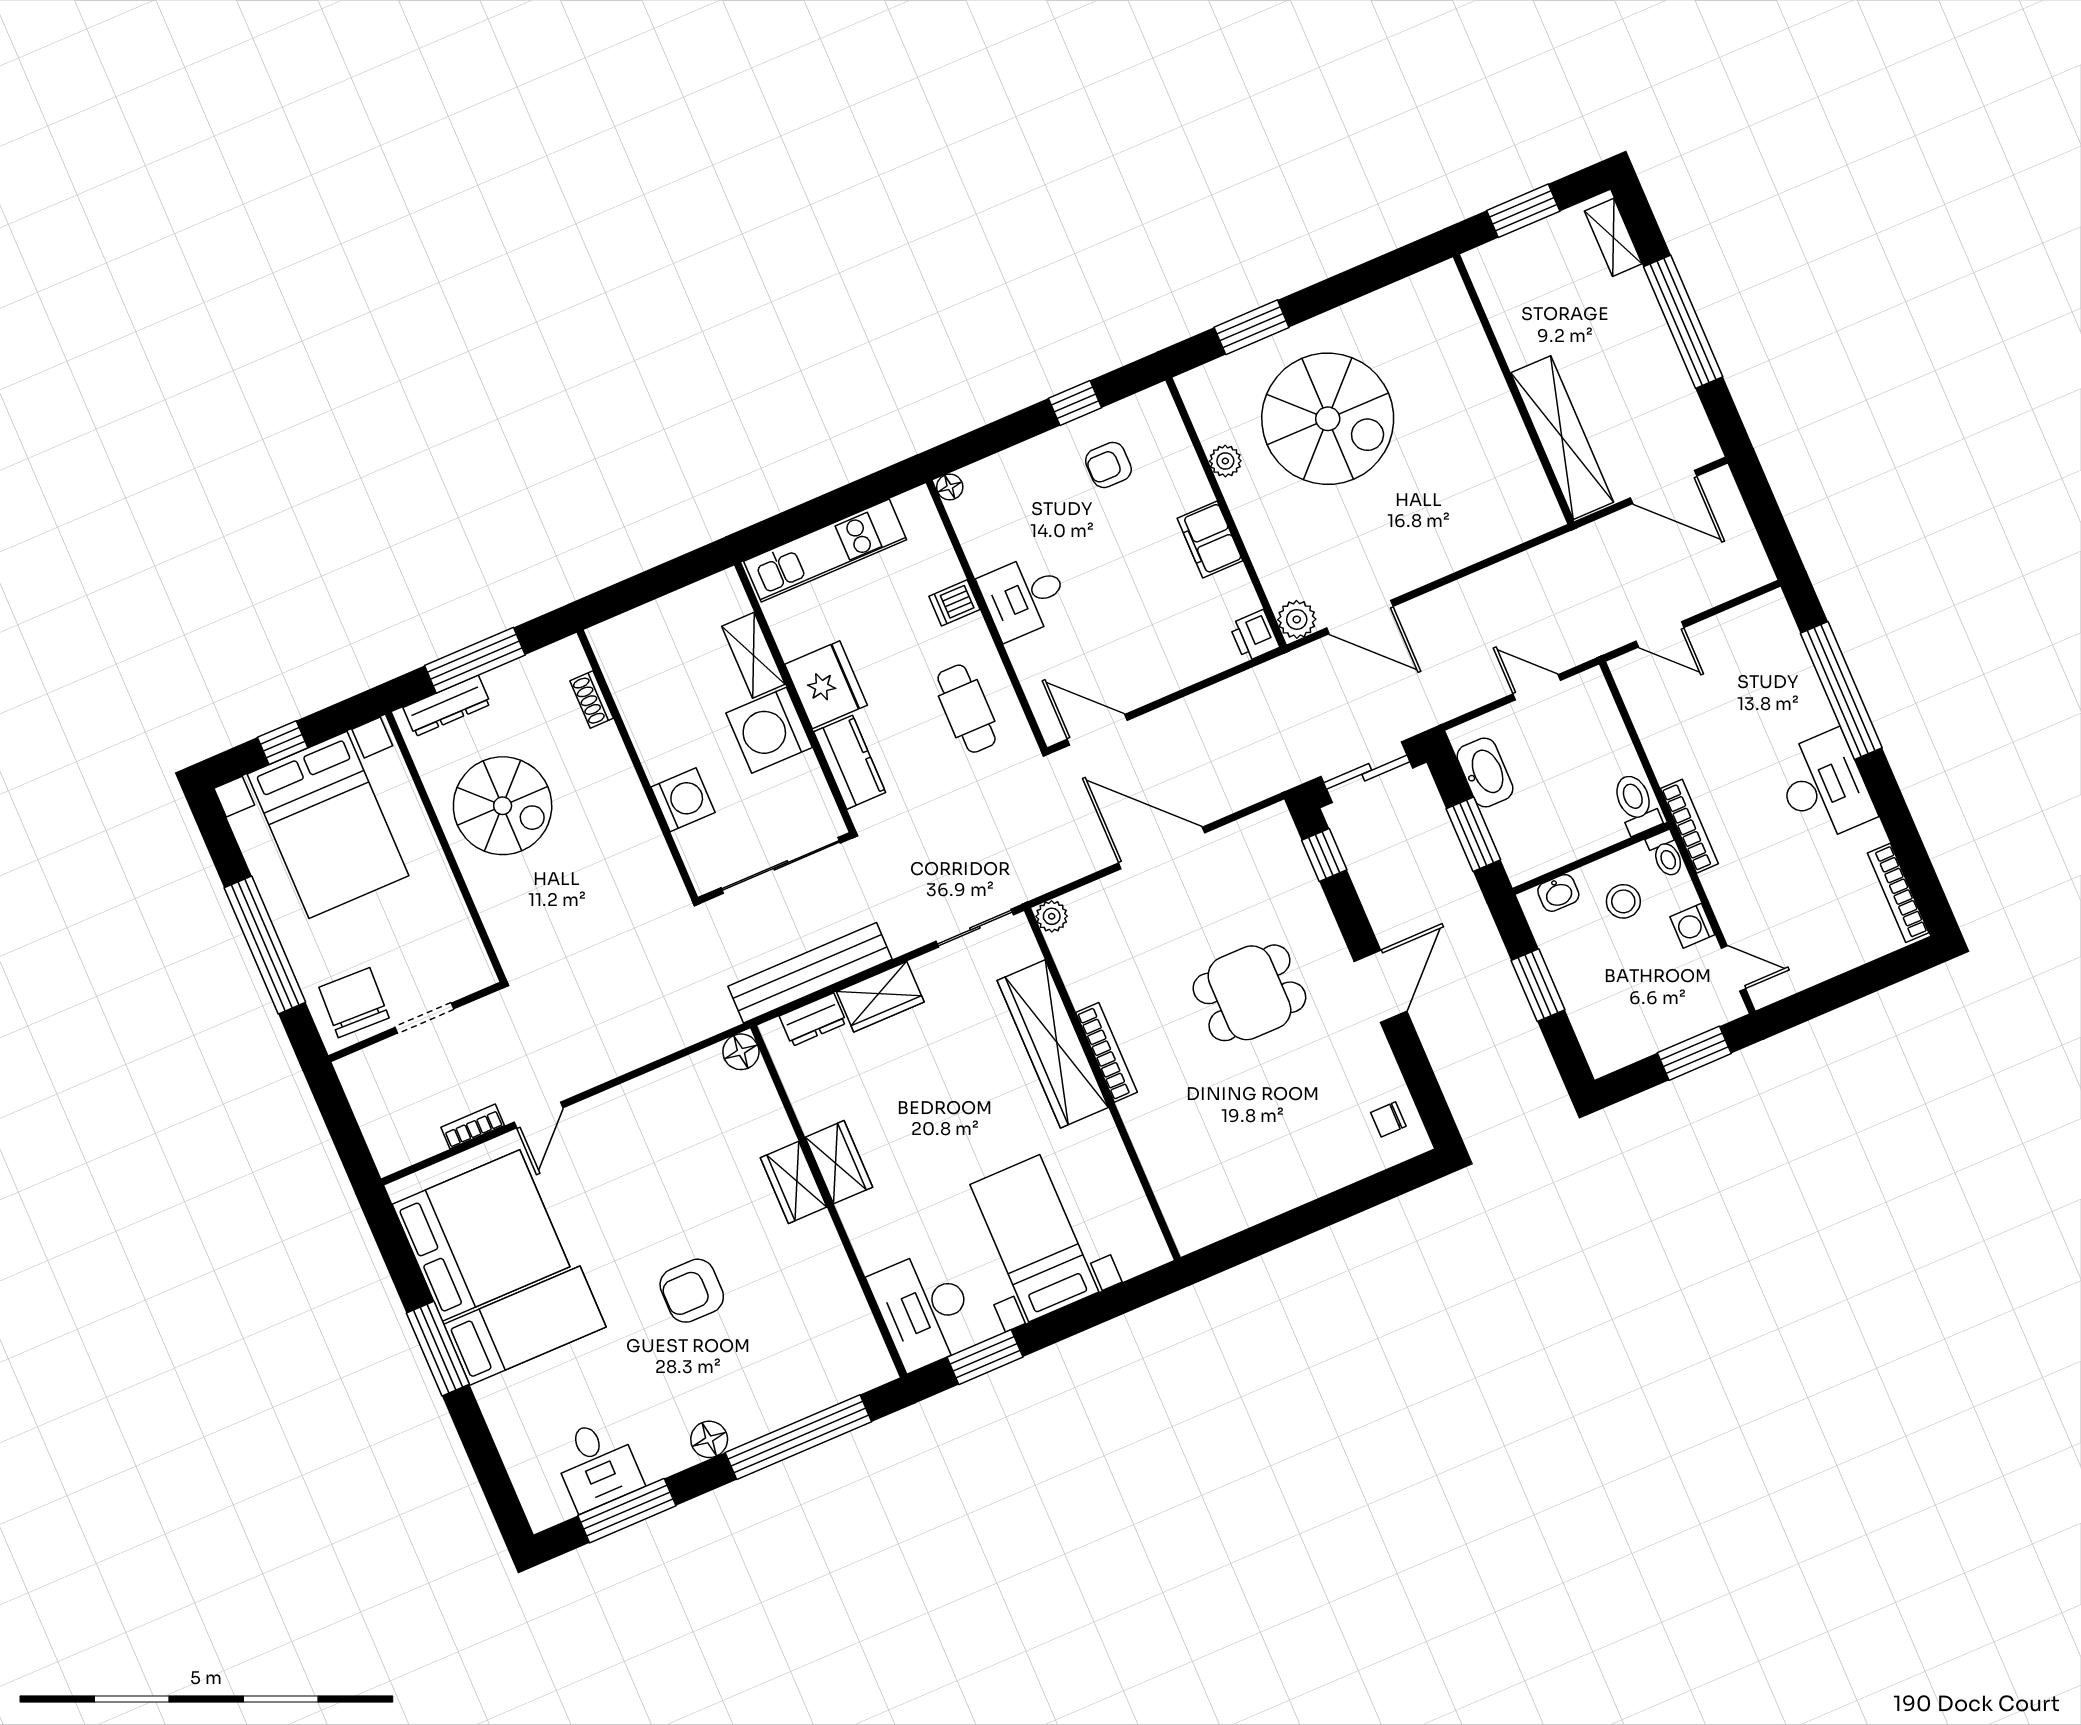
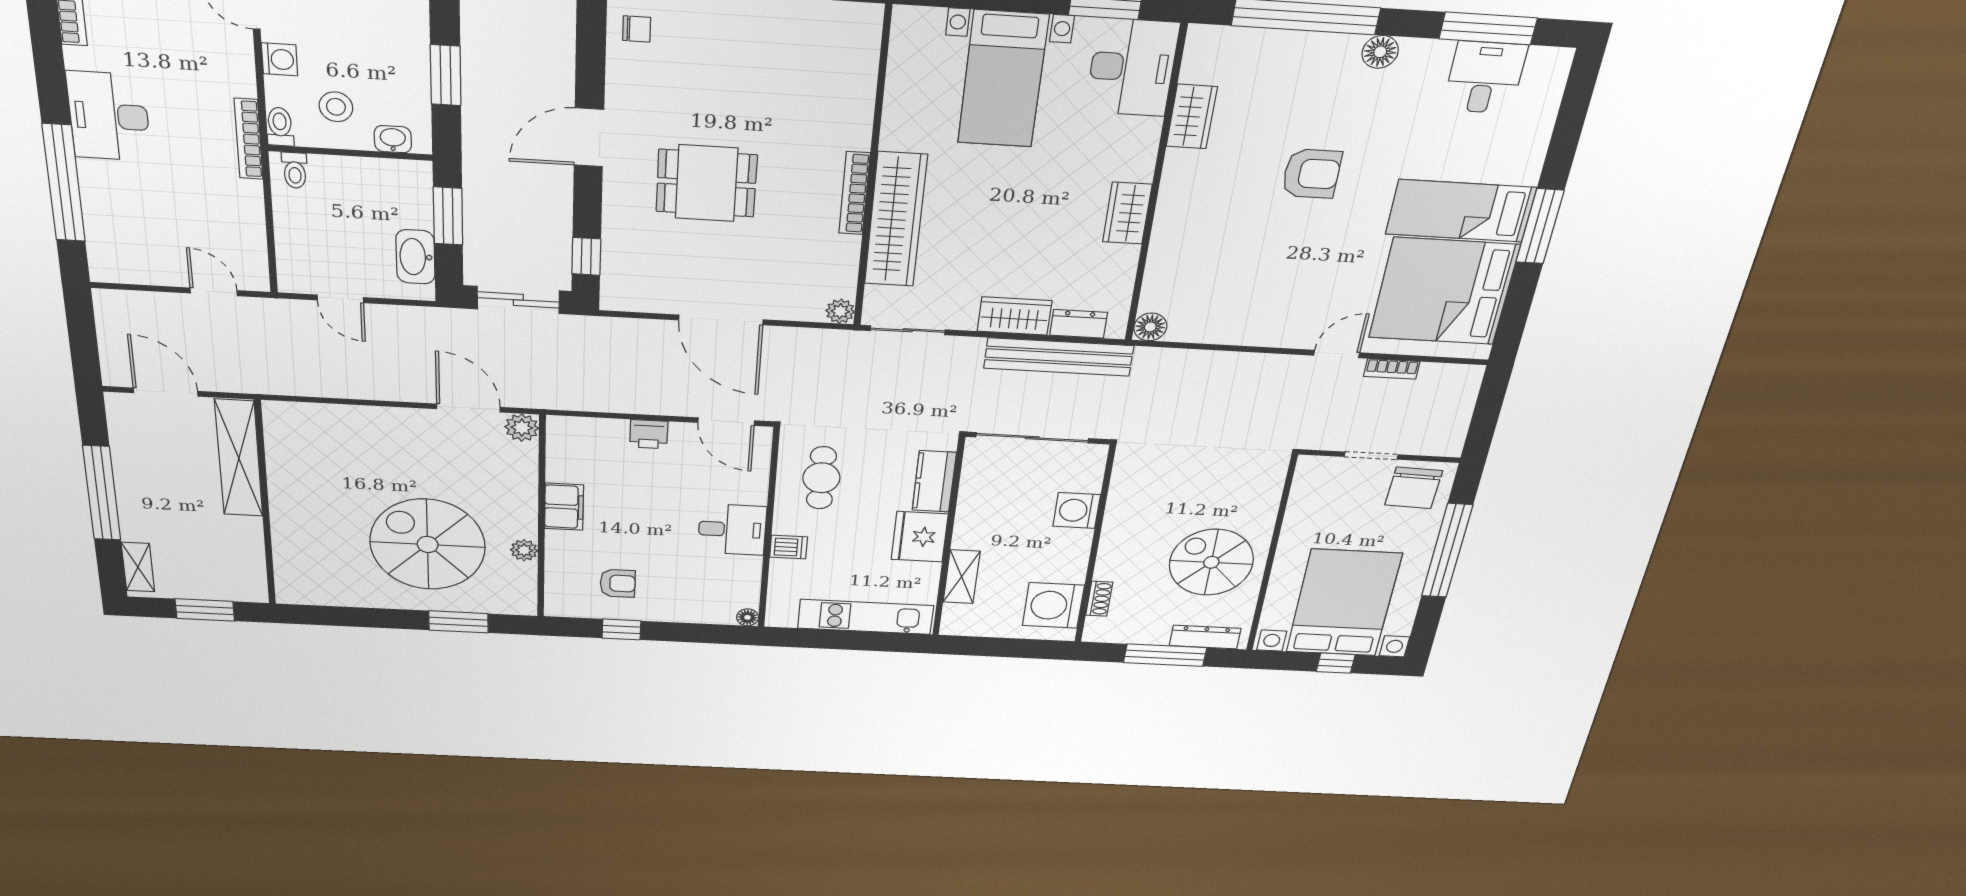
printer: (1254, 636) -> (649, 434), moved, turned 90
washing machine: (769, 730) -> (1053, 605), moved, turned 180
toilet: (1636, 804) -> (295, 170), width x0.73, depth x0.72
wardrobe: (794, 1182) -> (1192, 117), moved

